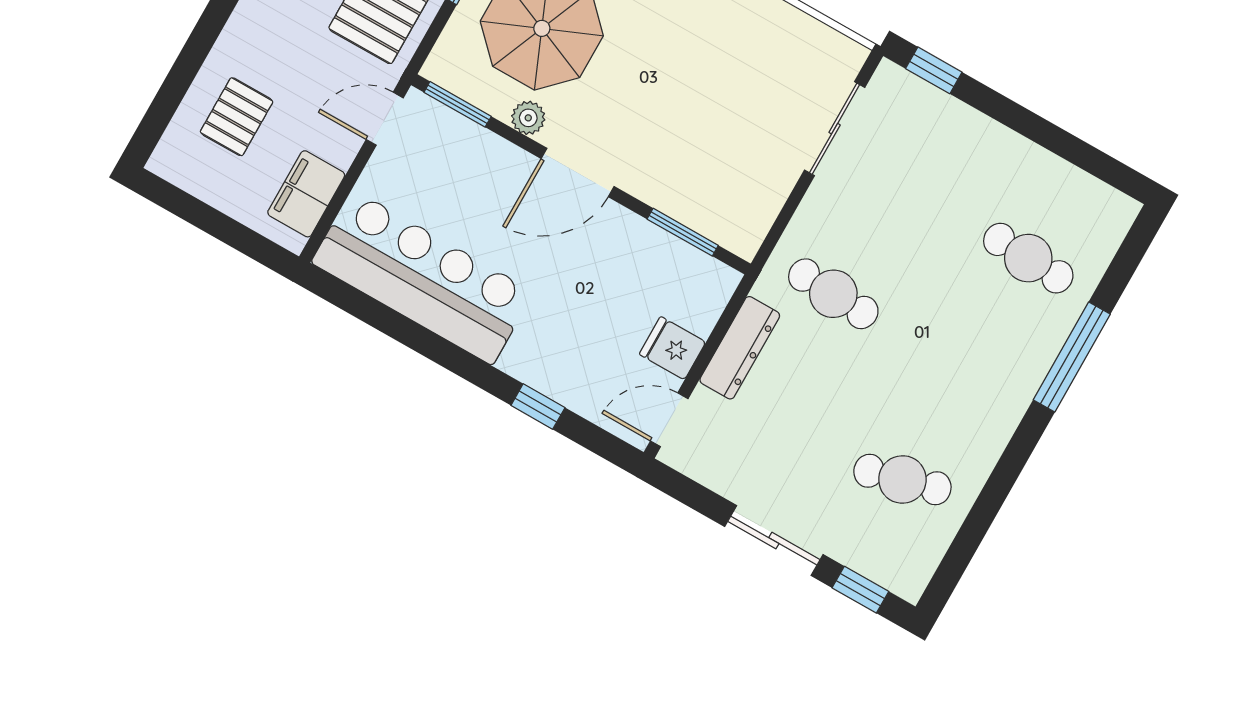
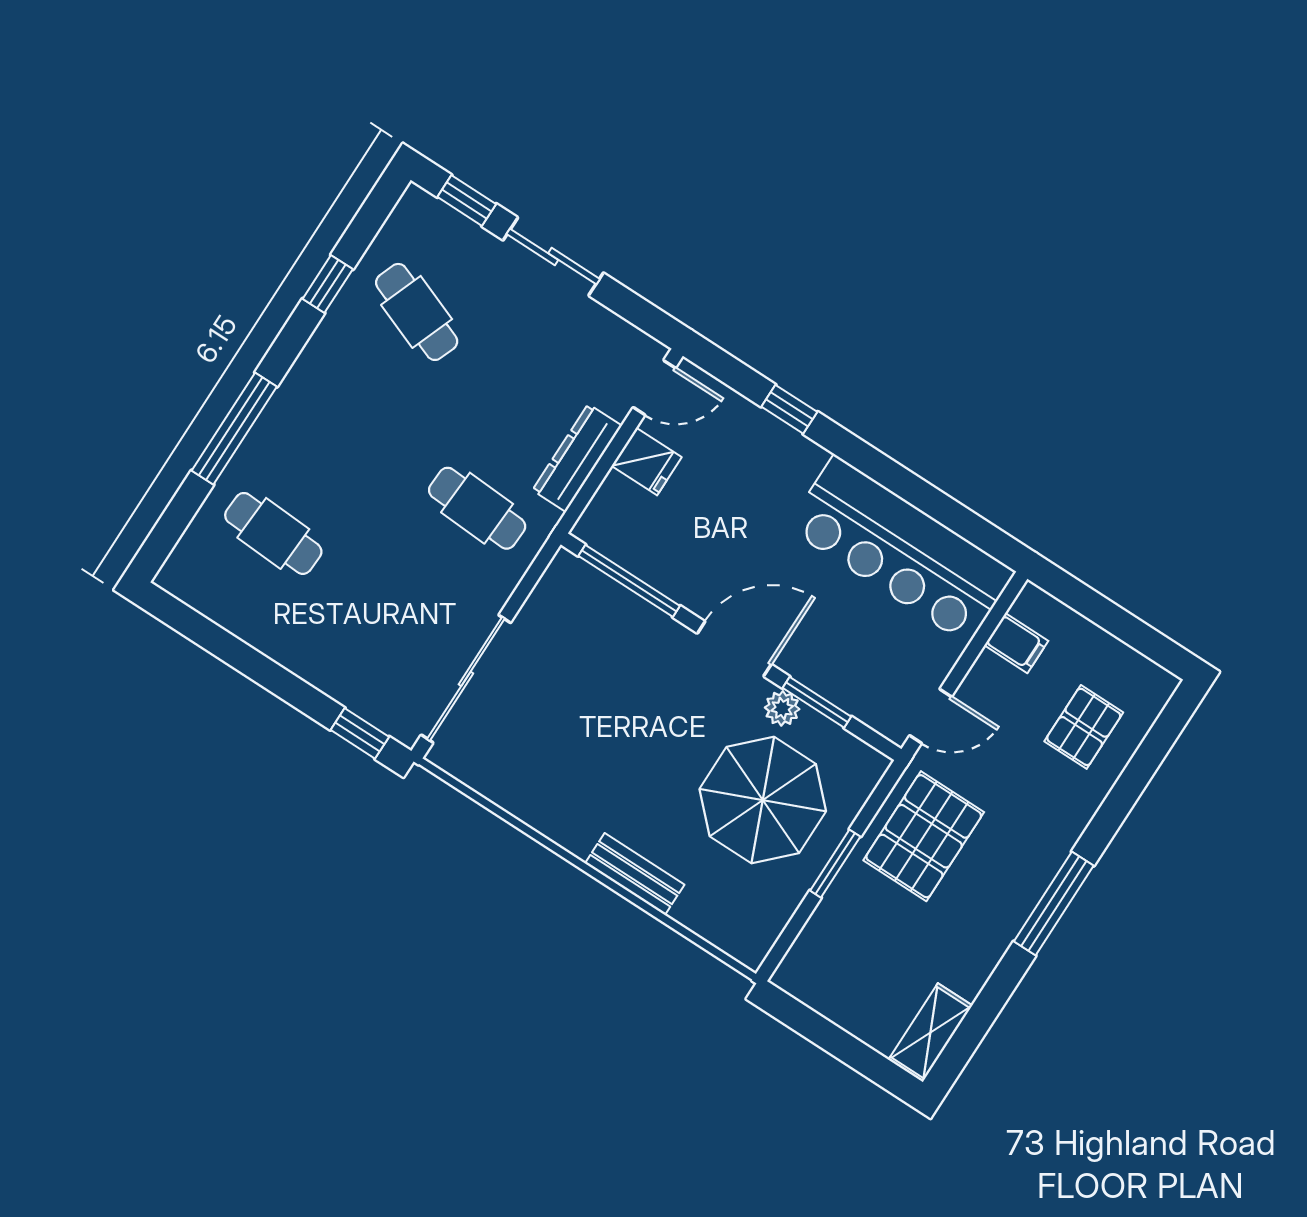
window: (458, 104) -> (817, 702), moved
sliding door: (835, 129) -> (466, 679), width x1.37
filing cabinet: (306, 194) -> (1016, 643), width x0.50
window: (683, 232) -> (629, 581), width x1.44
cafe table: (902, 479) -> (417, 312), turned 36
window: (990, 502) -> (328, 284), added

